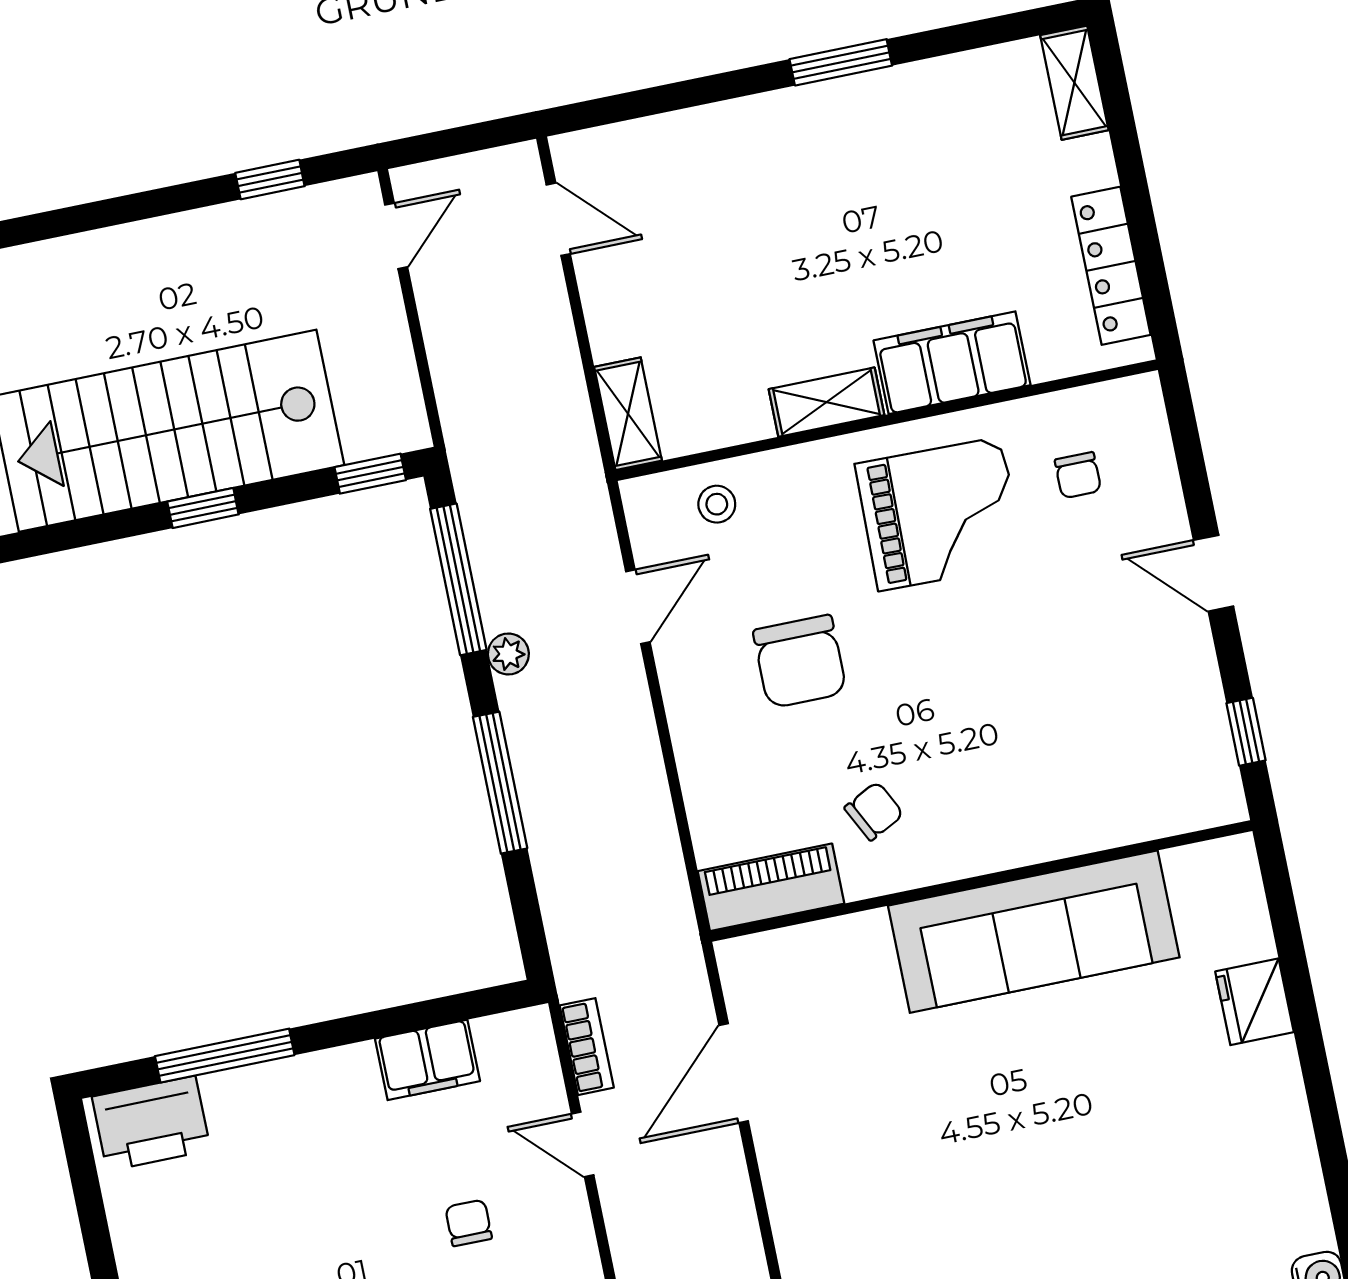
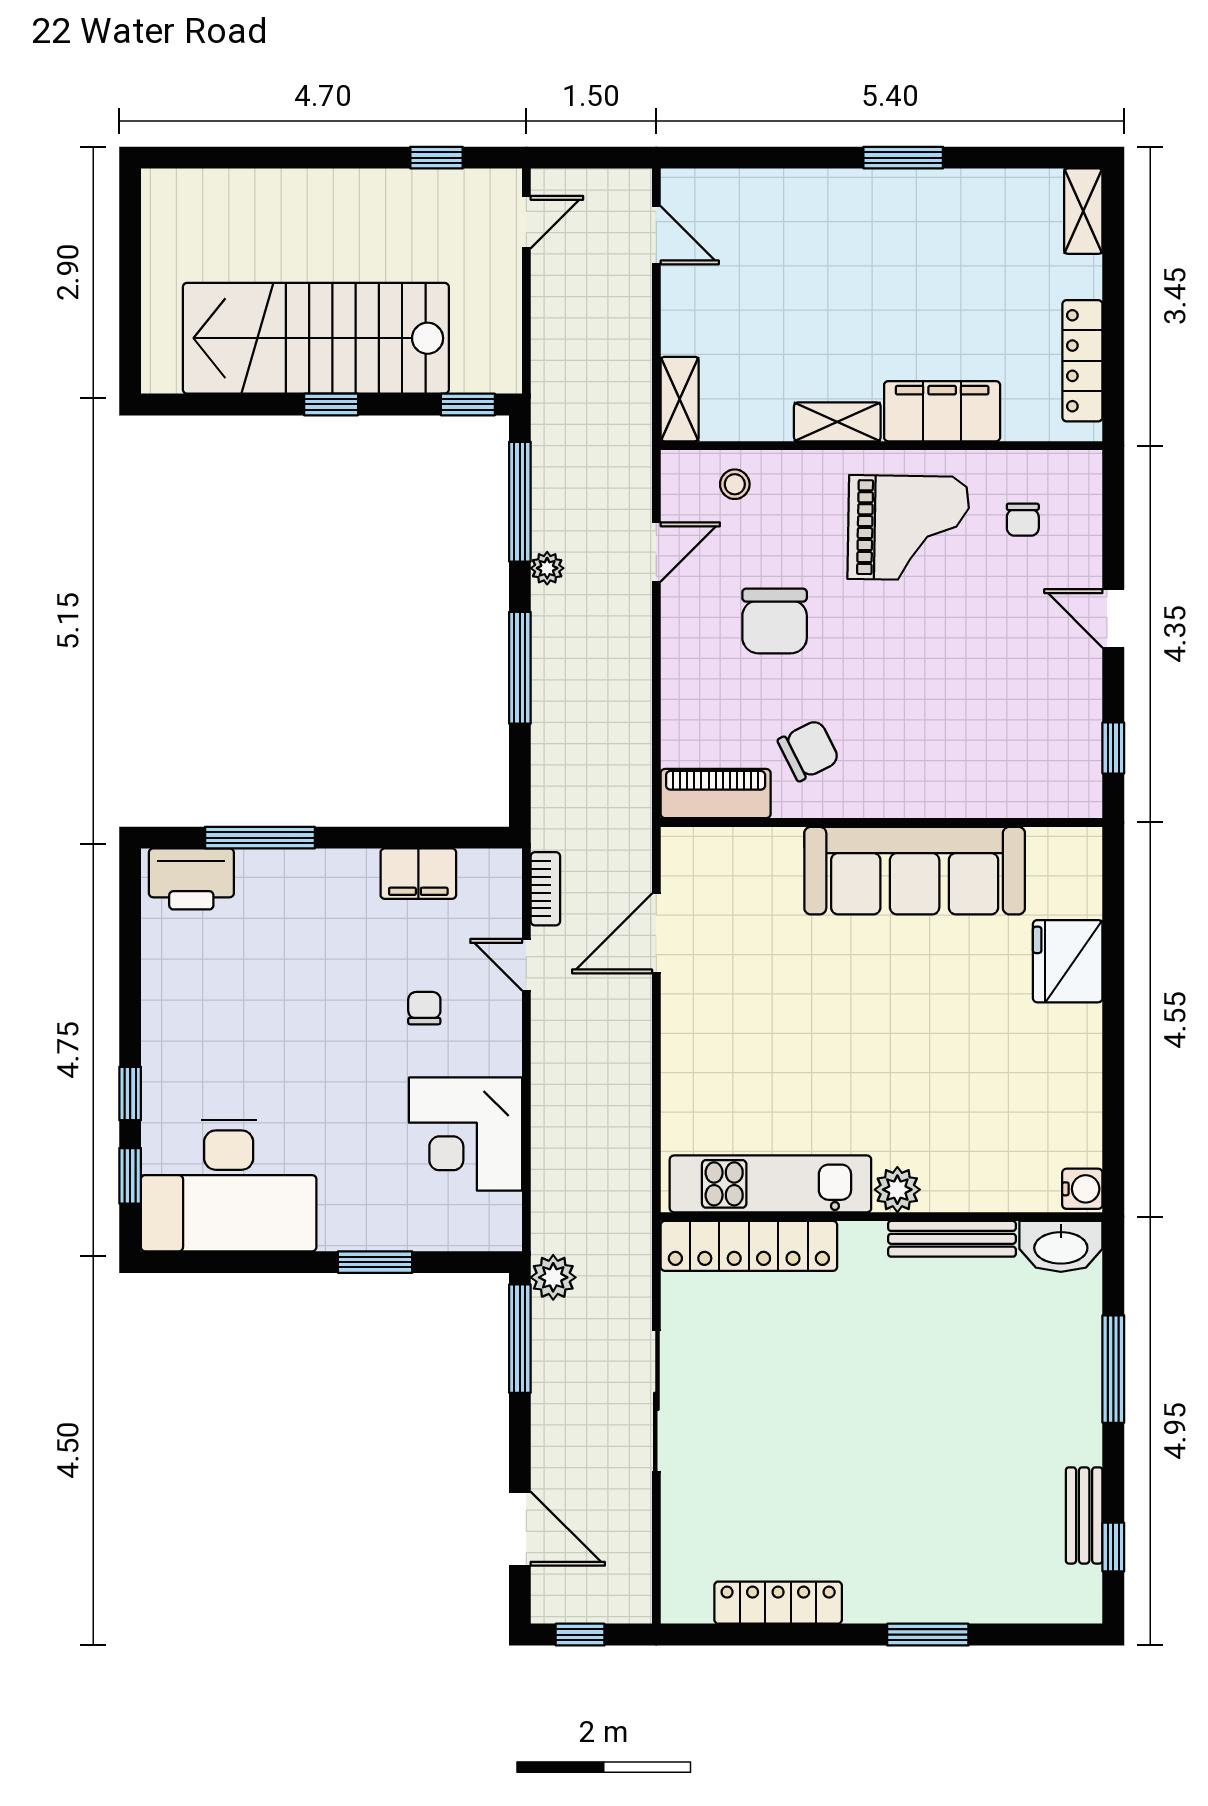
chair: (874, 811) -> (809, 750), width x1.37, depth x1.37
fridge: (1255, 1002) -> (1068, 961), width x1.36, depth x1.34

